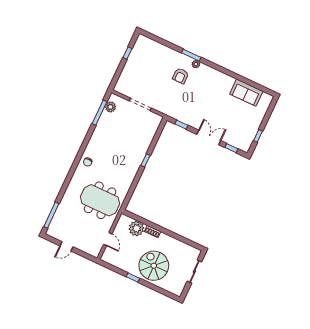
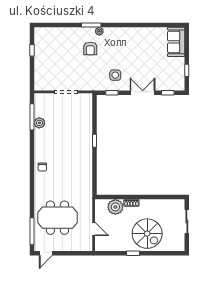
sofa: (246, 93) -> (176, 42), moved, turned 90
plant: (110, 107) -> (39, 123), moved
side table: (192, 110) -> (115, 75), added
meeting table: (100, 200) -> (57, 218), moved
door: (67, 246) -> (46, 253), moved
spiral stairs: (154, 266) -> (147, 234), turned 180

